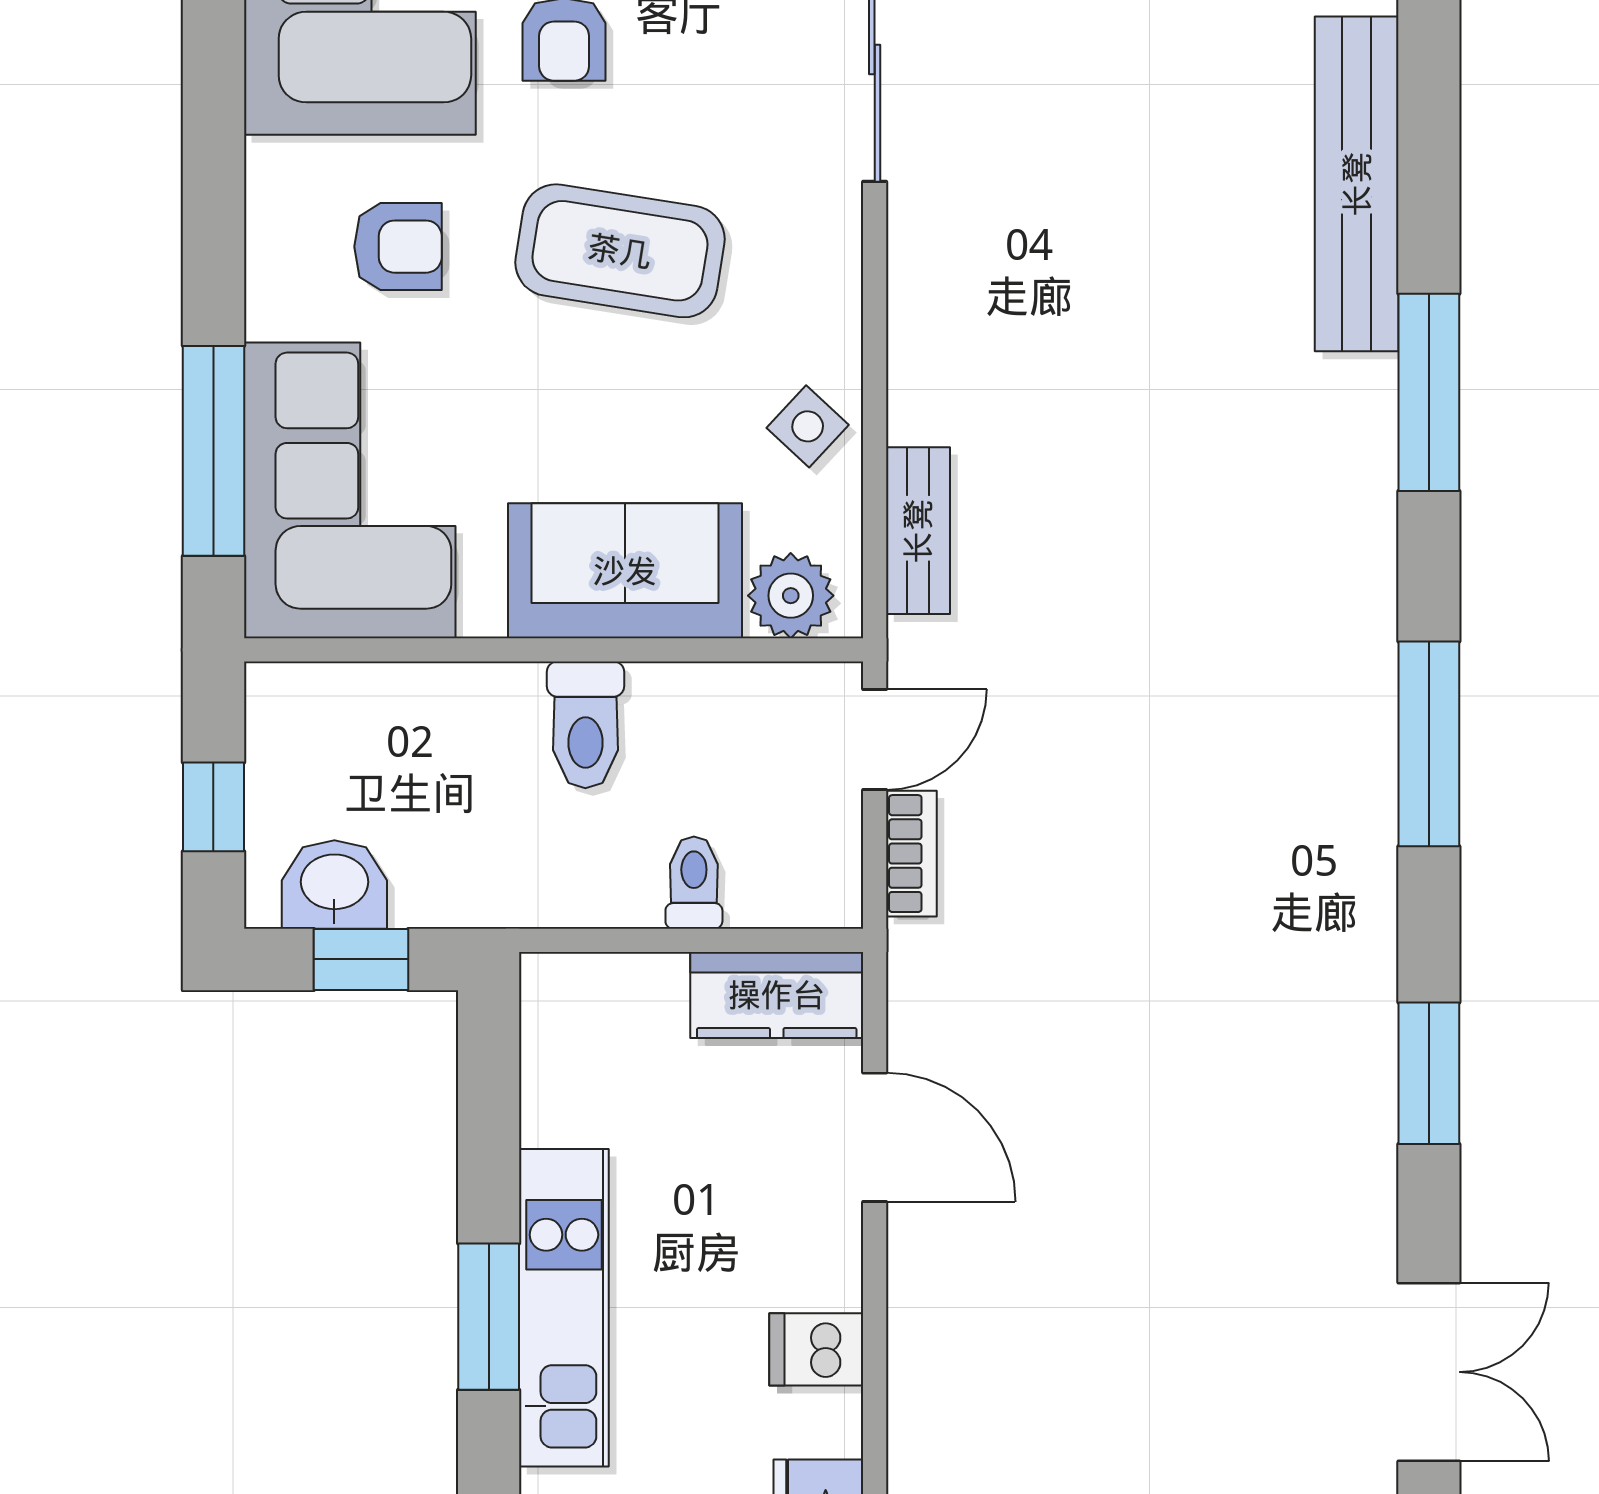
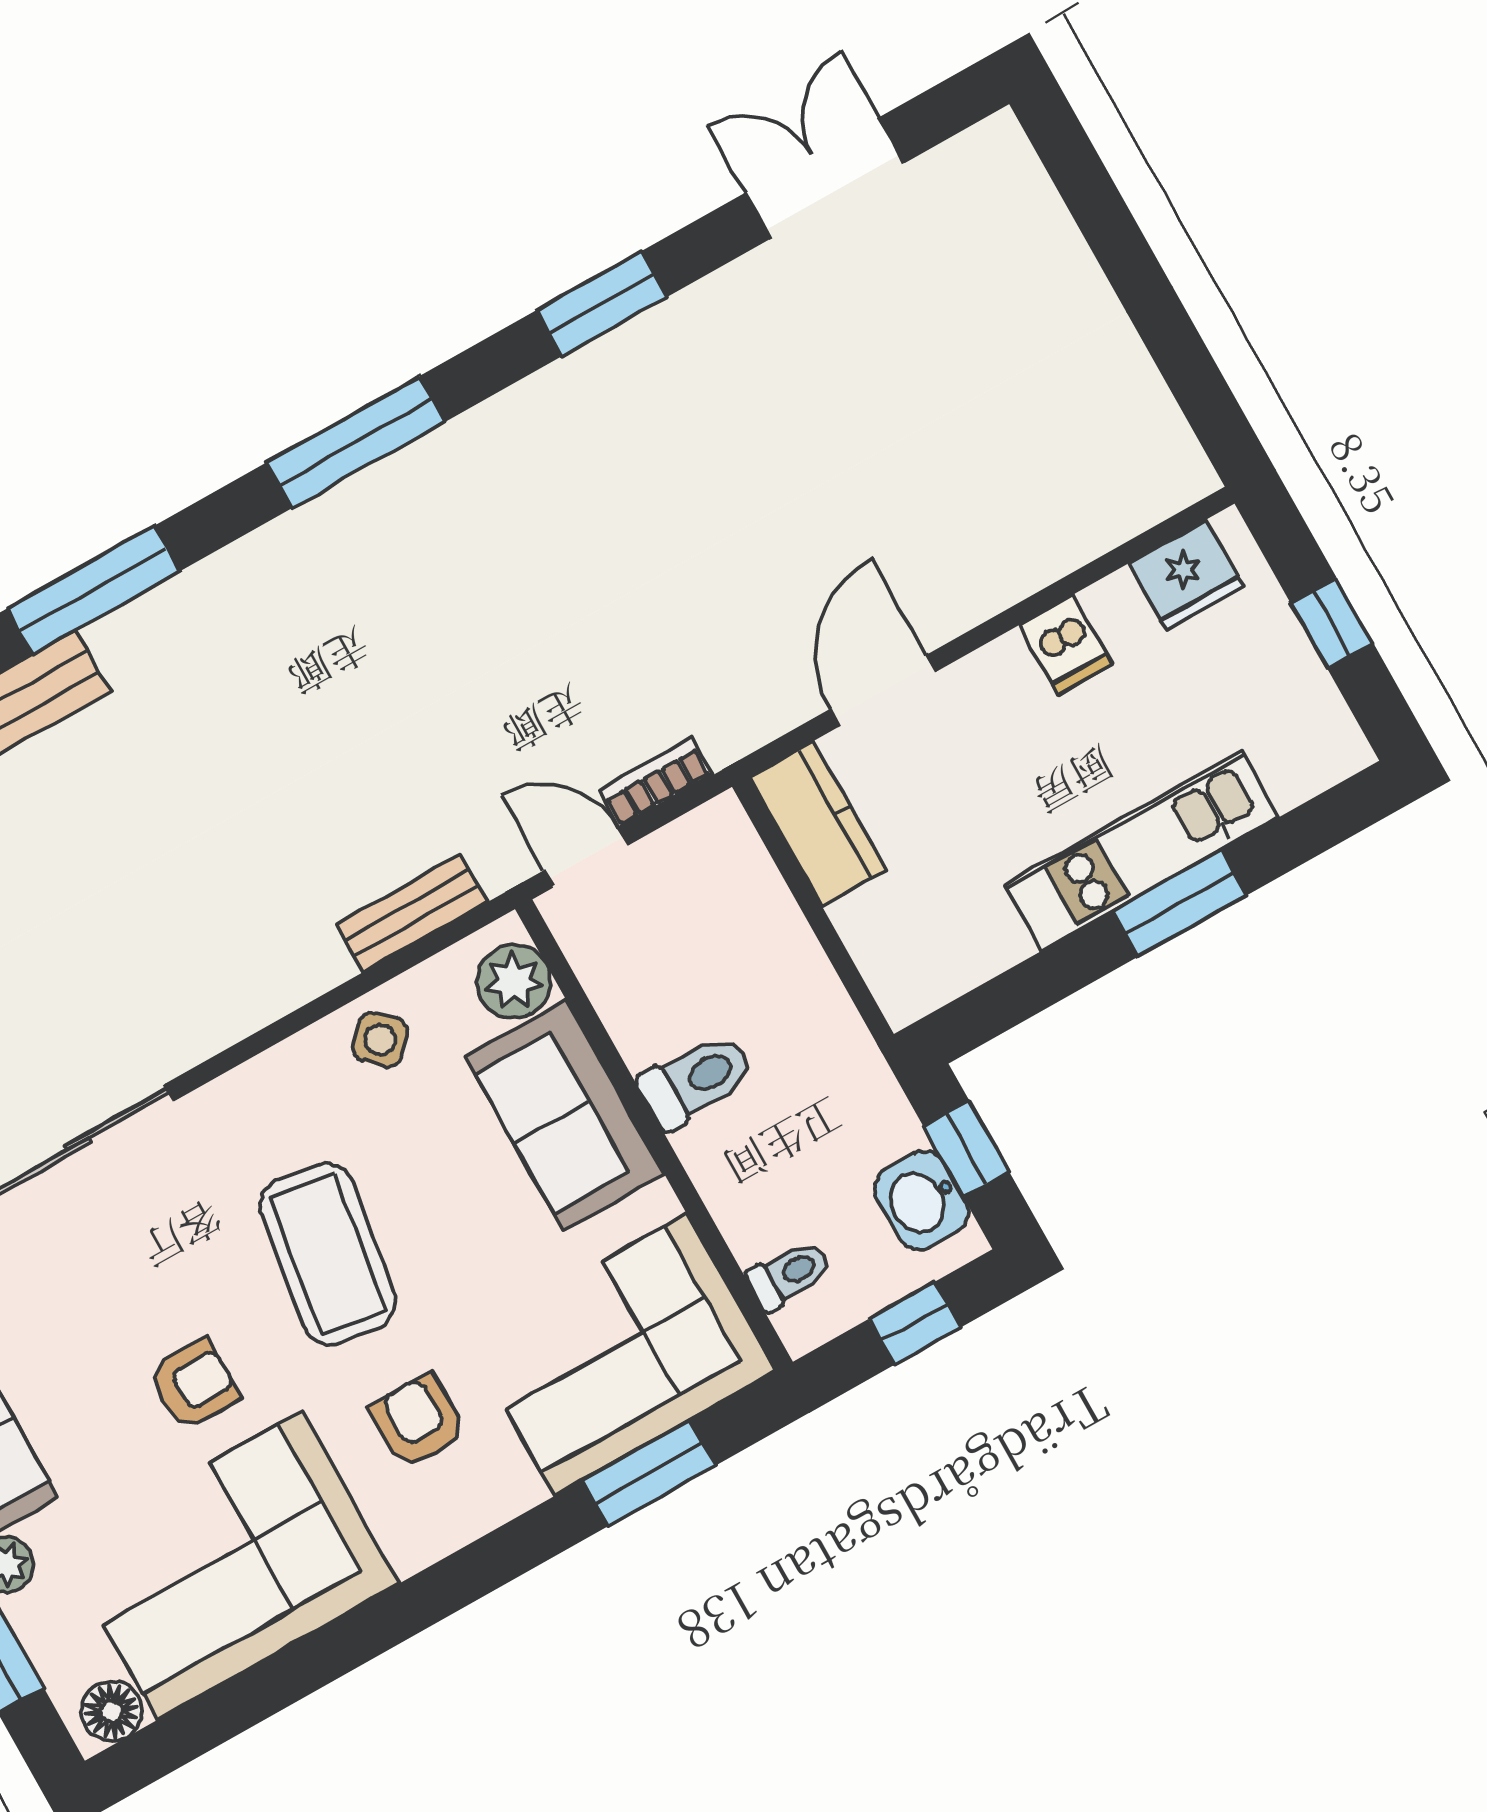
window: (213, 451) -> (649, 1473), width x0.69
toilet: (694, 883) -> (789, 1275), moved, turned 180

